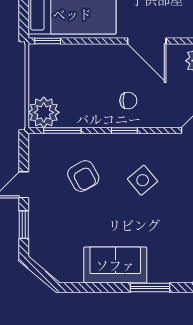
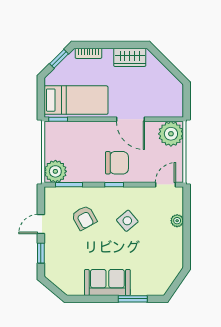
chair: (128, 101) -> (117, 163), width x1.87, depth x1.87

